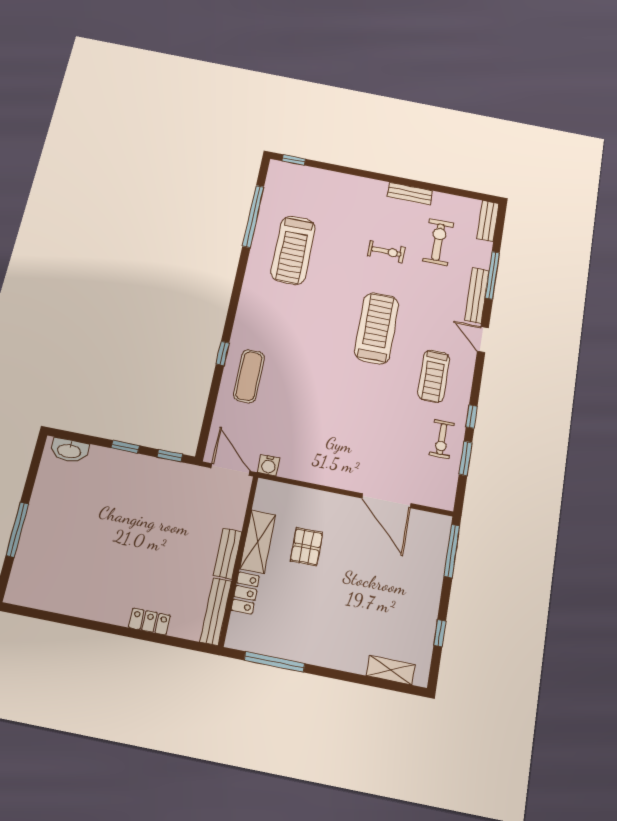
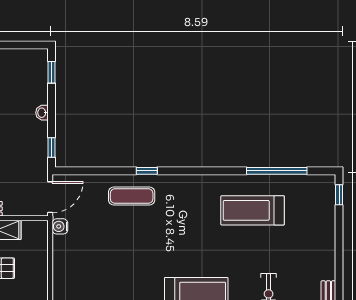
window: (125, 447) -> (52, 72), moved
washbasin: (69, 451) -> (42, 113), moved, width x0.52, depth x0.69

